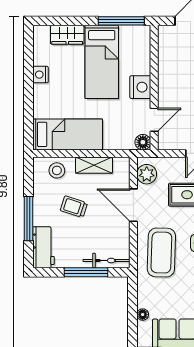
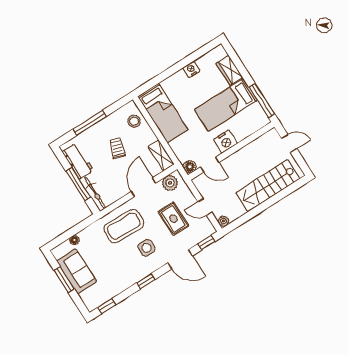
shelving: (94, 165) -> (161, 156), moved
workbench: (44, 247) -> (78, 161), moved, turned -90

